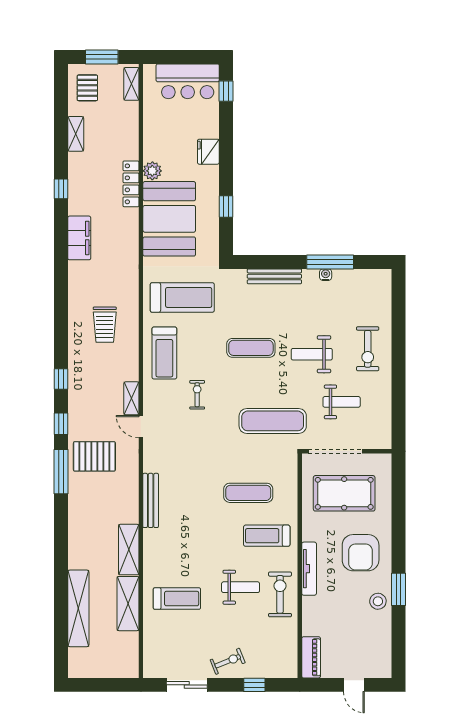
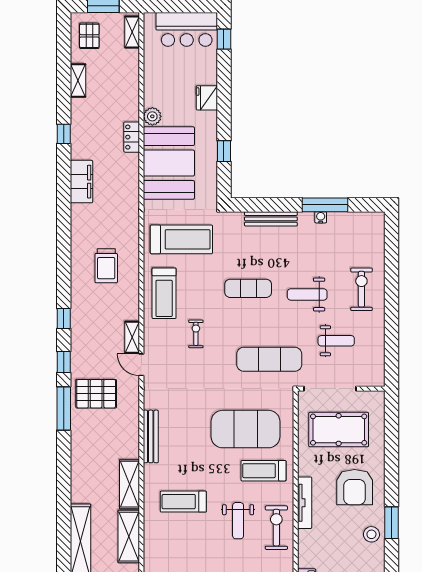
locker: (131, 184) -> (132, 137), width x0.66
exercise bike: (368, 349) -> (361, 289), turned 180
exercise mat: (248, 493) -> (246, 429), width x2.00, depth x1.45
weight bench: (241, 587) -> (238, 521), turned 90
treadmill: (177, 599) -> (183, 502), moved, turned 180

